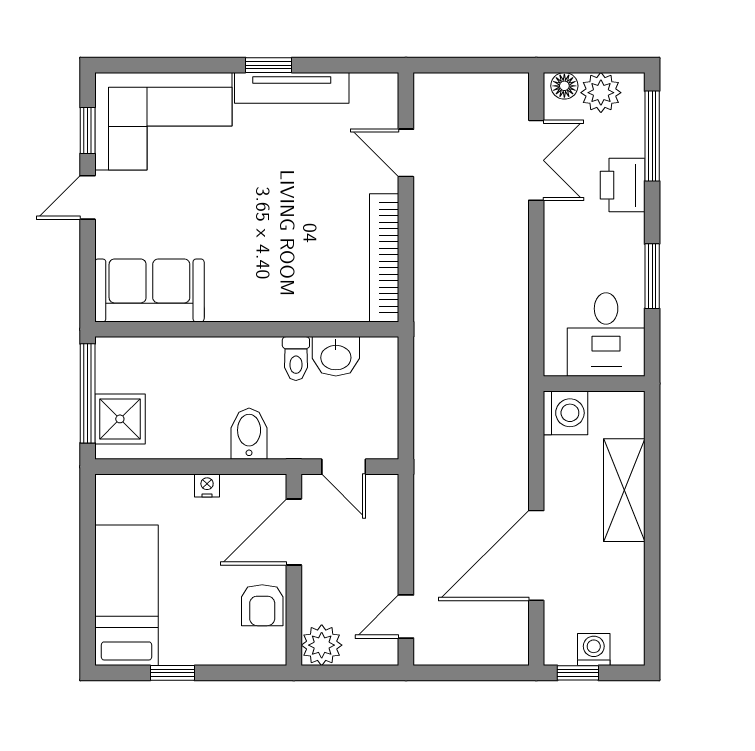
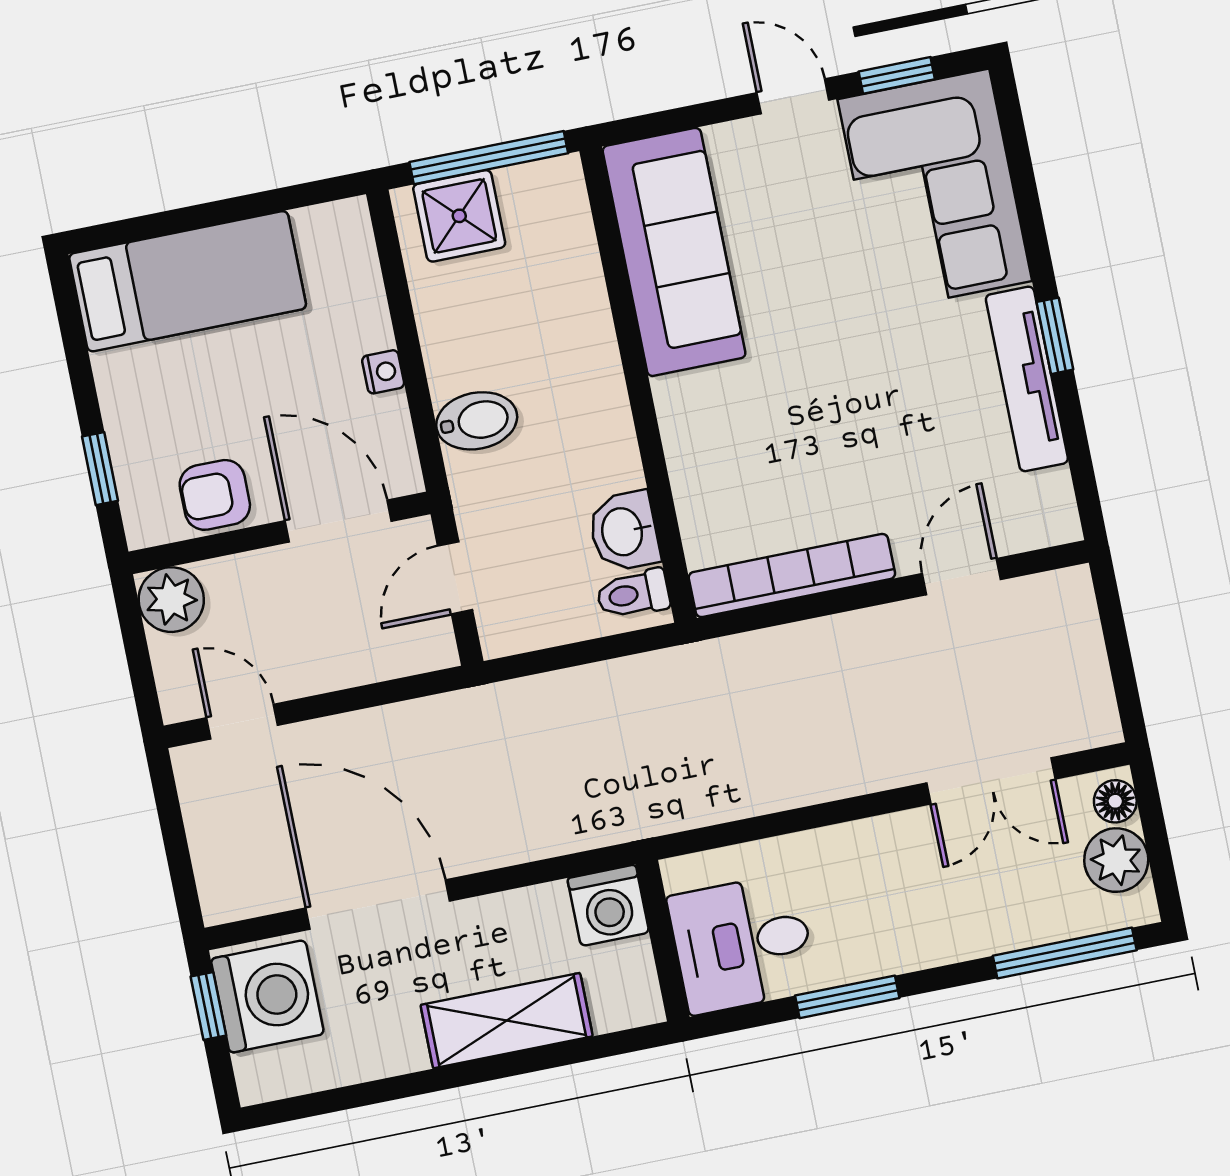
printer: (623, 185) -> (979, 923), removed
sofa: (149, 290) -> (674, 252), width x1.36
toilet: (296, 358) -> (633, 594), moved
washing machine: (594, 650) -> (267, 996), width x1.89, depth x1.89
window: (172, 673) -> (100, 469), moved

